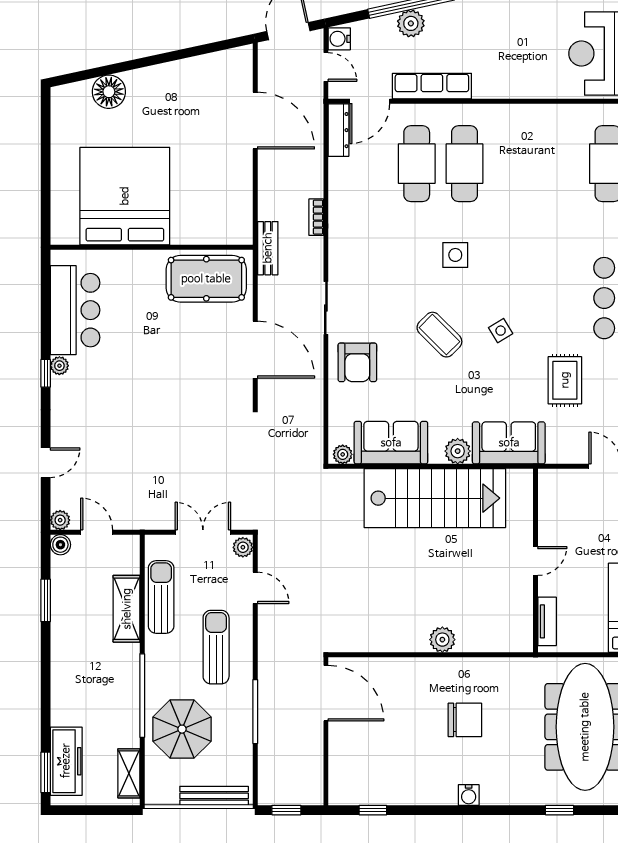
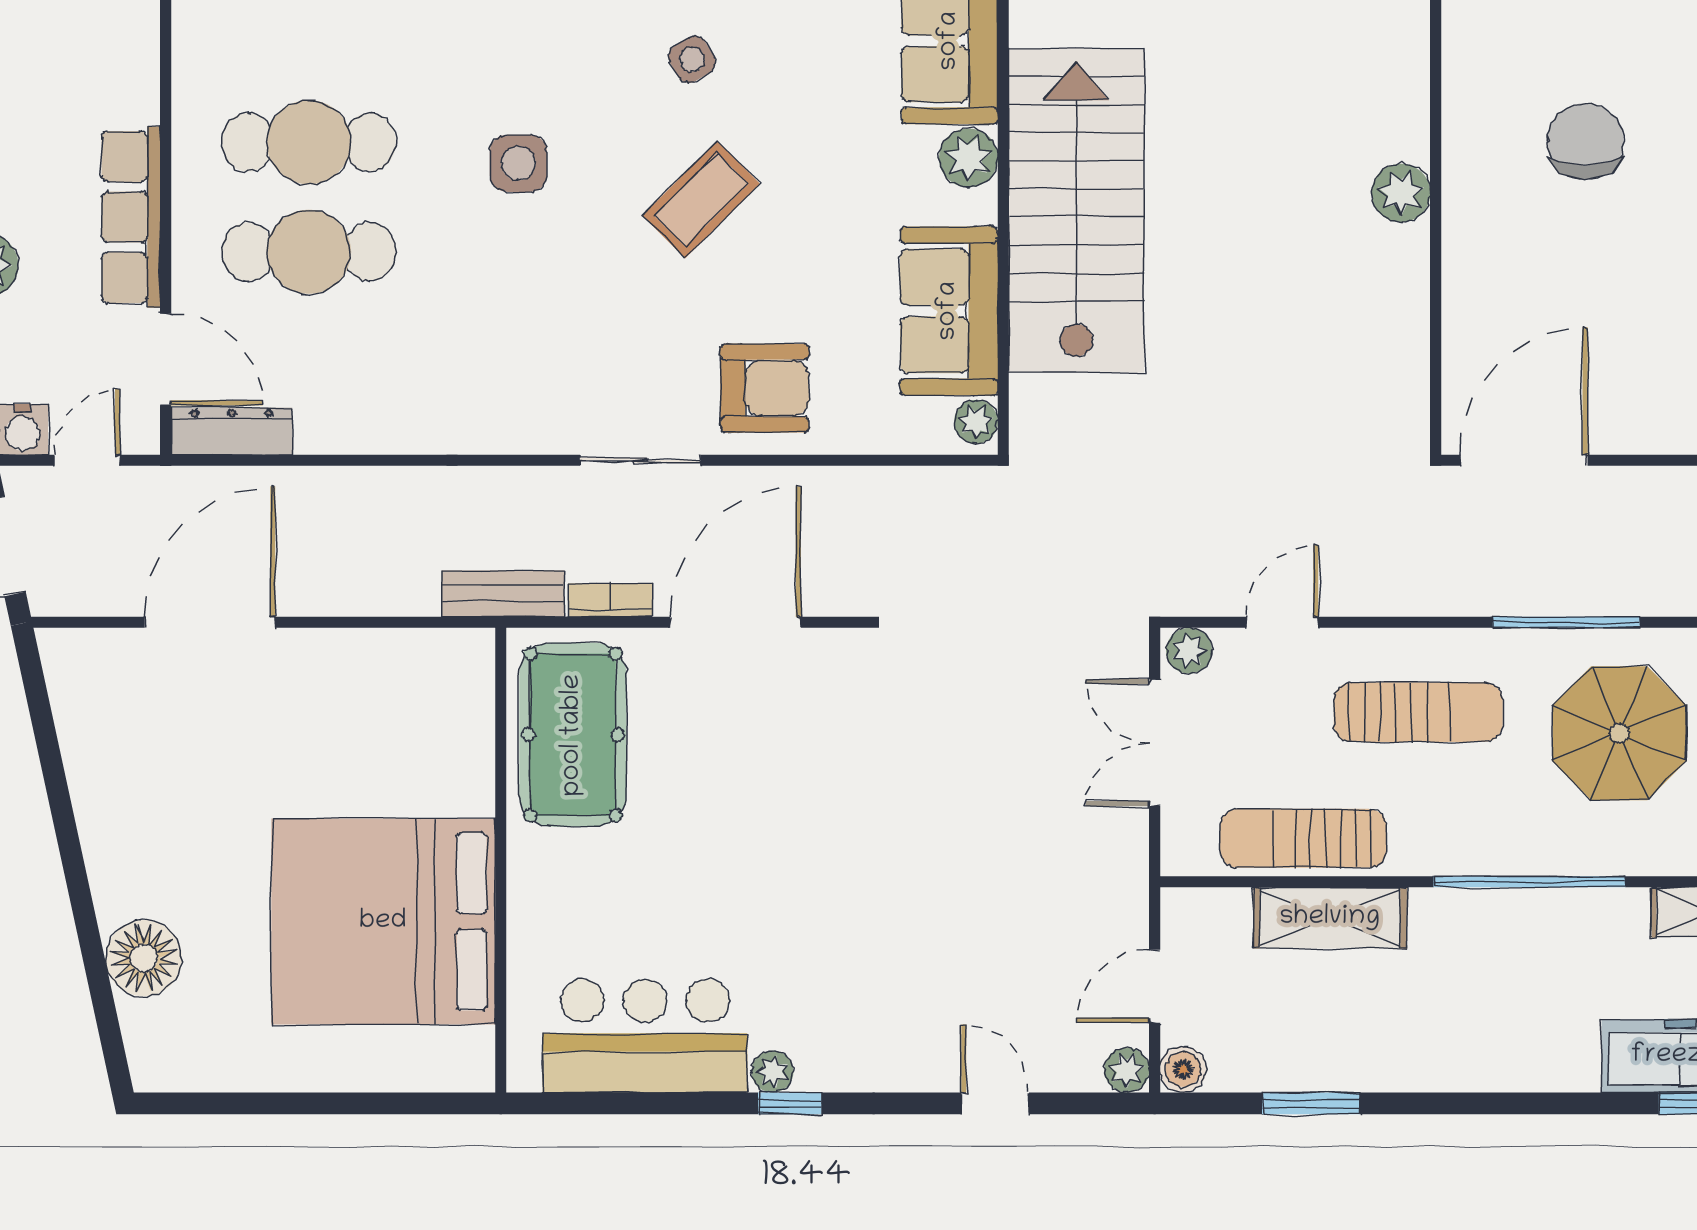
bookcase: (316, 217) -> (610, 600), moved, turned 180
sun lounger: (216, 647) -> (1418, 712), turned 180
parasol: (182, 729) -> (1619, 733), moved

